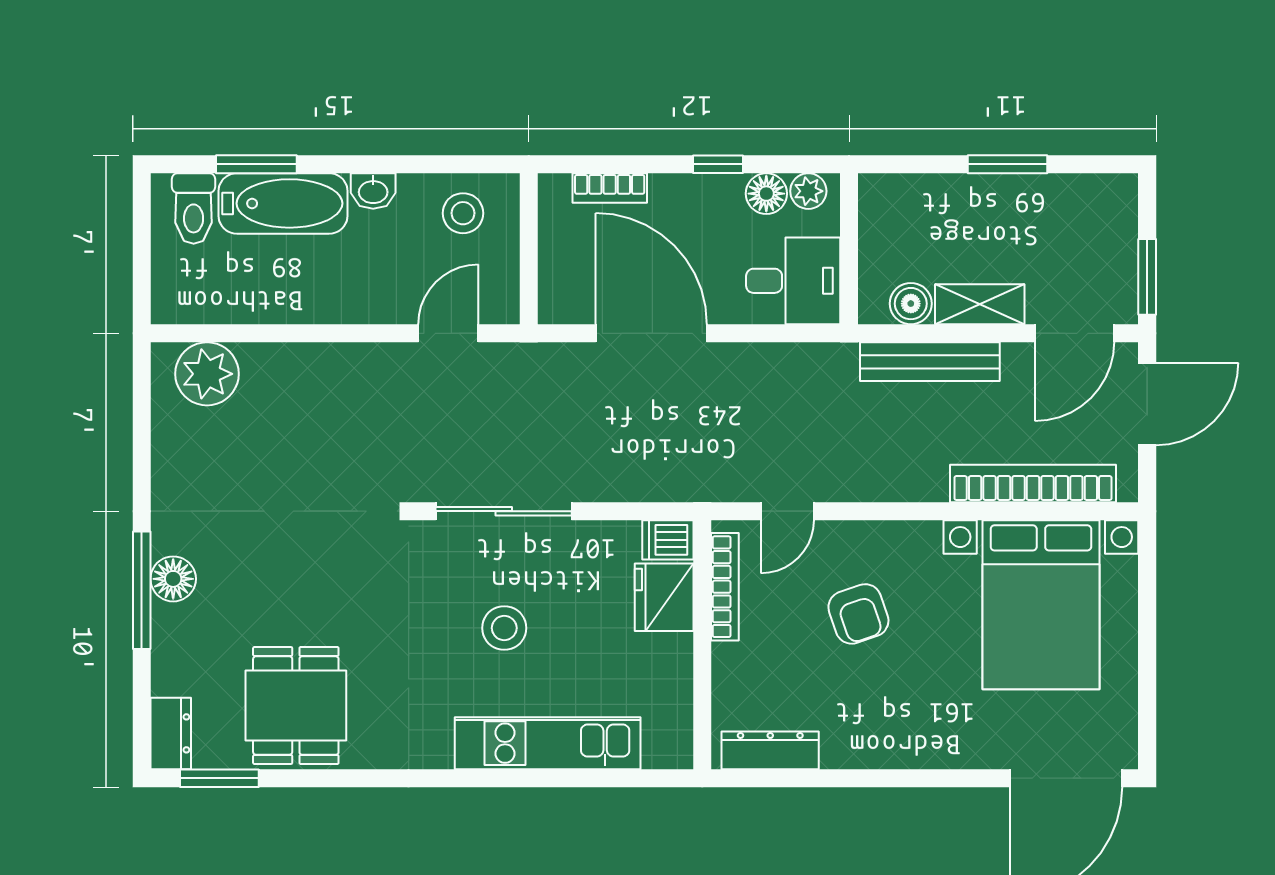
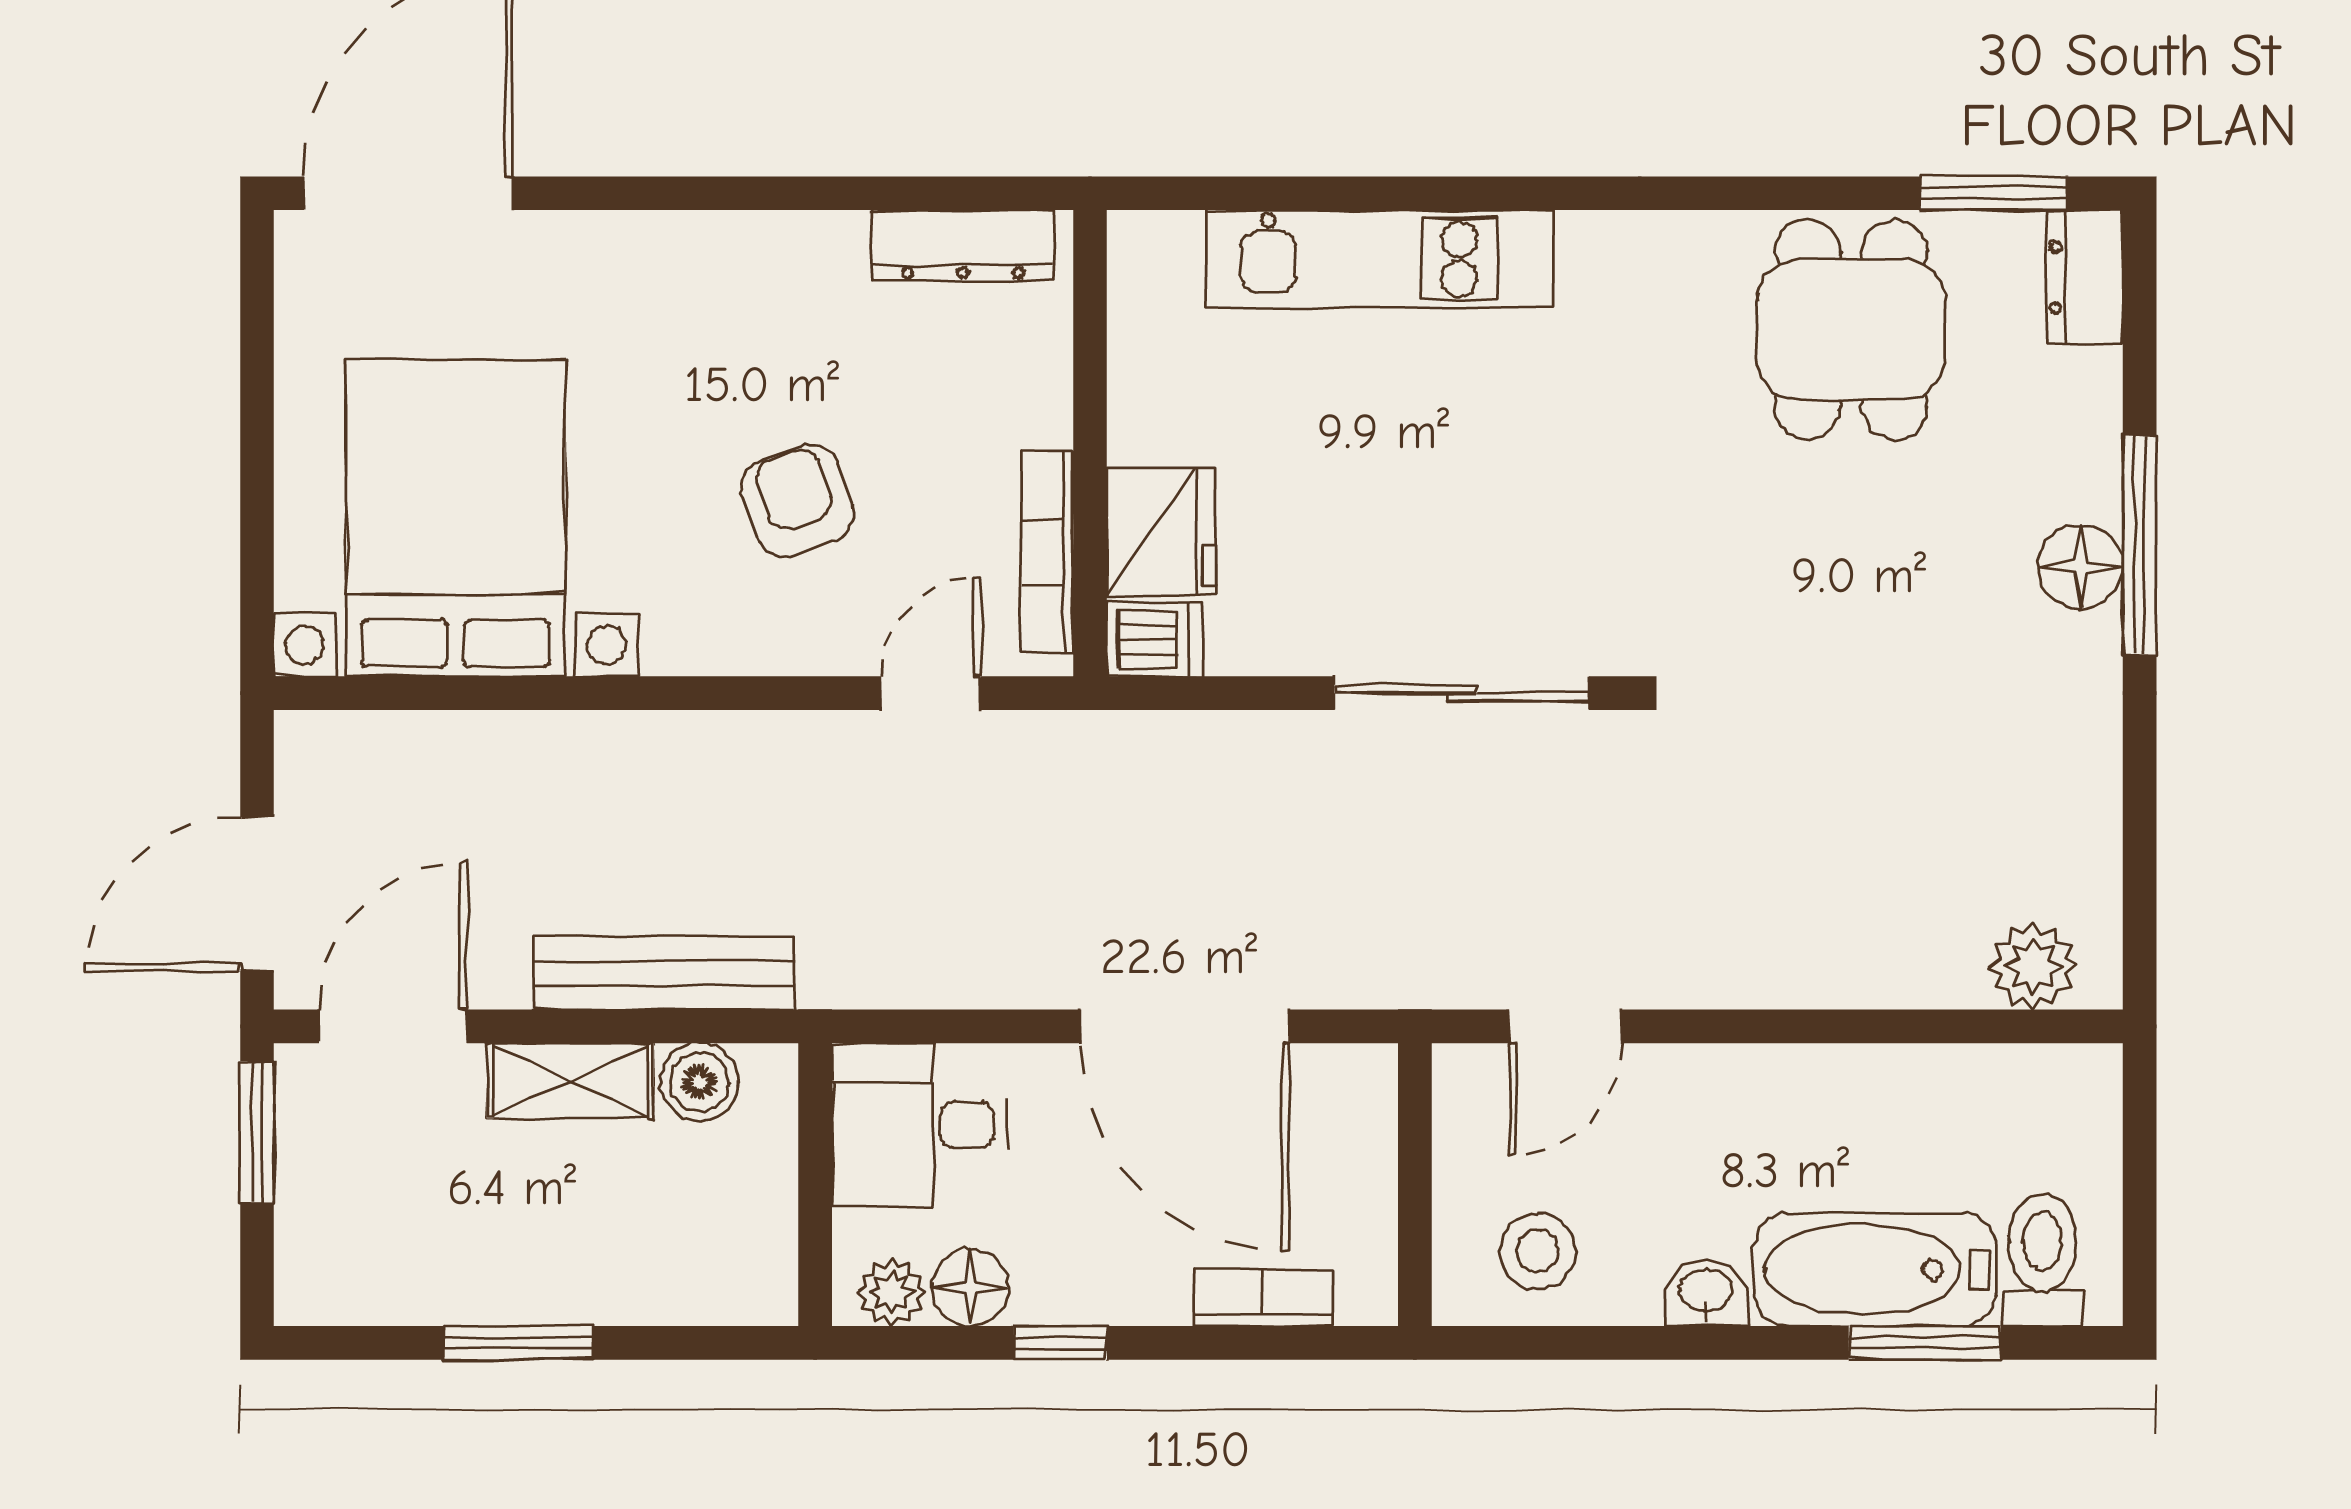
plant: (207, 374) -> (2033, 966), width x0.73, depth x0.73
bookcase: (1033, 484) -> (471, 745), removed
stool: (504, 628) -> (1461, 474), removed

